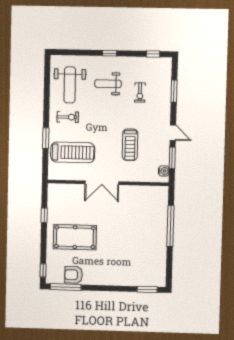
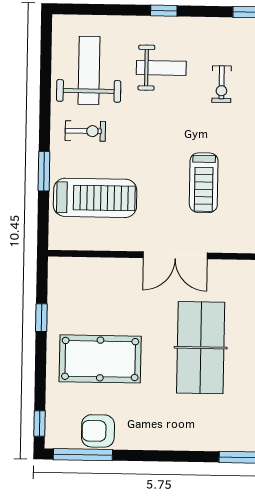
weight bench: (108, 84) -> (161, 68), turned 180
weight bench: (70, 85) -> (89, 70), turned 180
double door: (102, 183) -> (175, 255), moved
table tennis table: (128, 232) -> (201, 348), added

